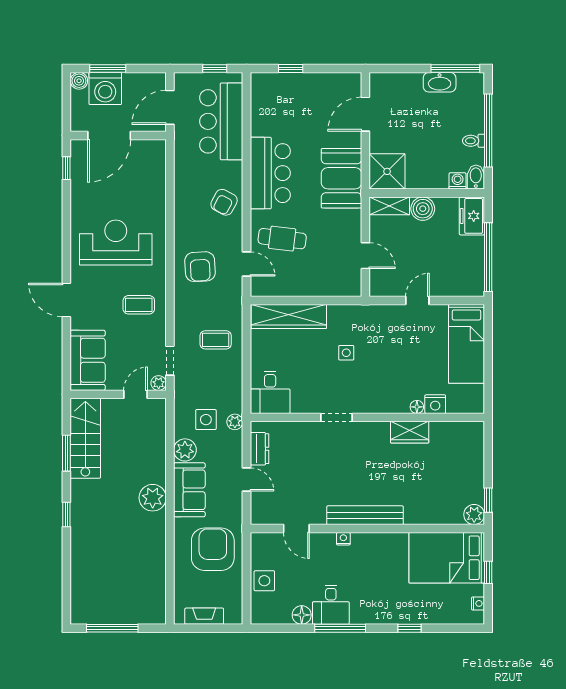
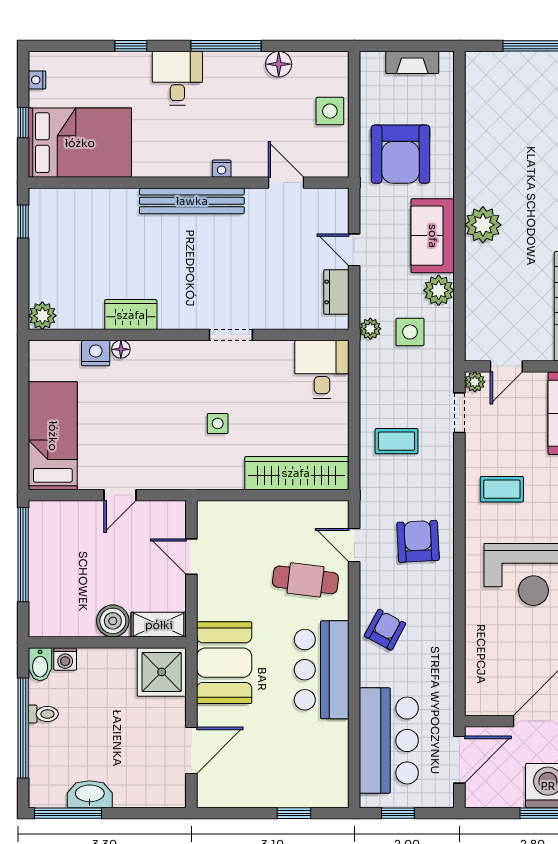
freezer: (472, 216) -> (45, 611), removed
plant: (474, 515) -> (42, 316), moved
desk: (331, 605) -> (177, 78), moved

